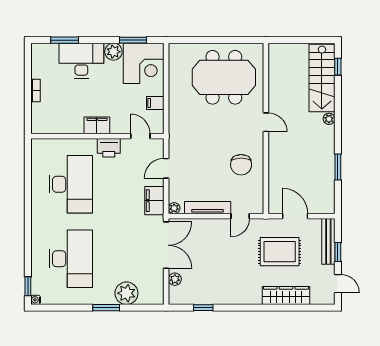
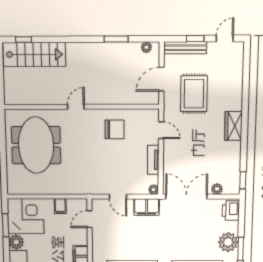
plant: (329, 119) -> (146, 47), moved
printer: (109, 148) -> (231, 211), moved, turned 180
tv unit: (208, 208) -> (153, 160), width x0.71
plant: (126, 293) -> (228, 242), moved
wardrobe: (286, 295) -> (233, 126), moved, width x0.67
window: (203, 308) -> (243, 180), moved

